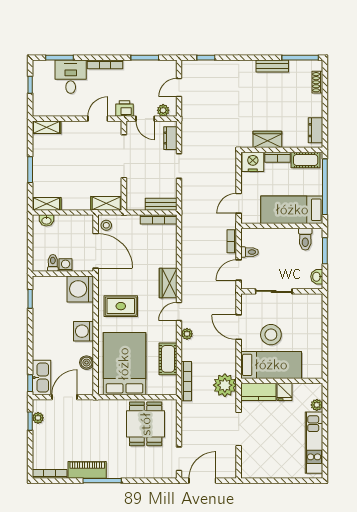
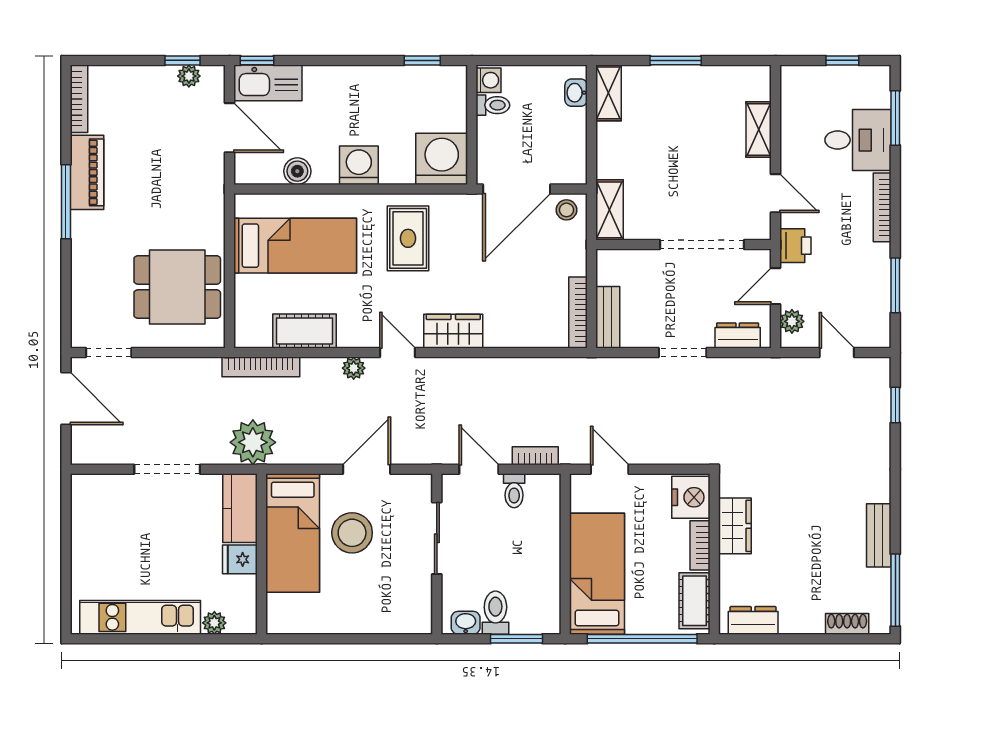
shelving: (47, 127) -> (759, 129), moved
toilet: (305, 239) -> (495, 613), moved, turned 90
washing machine: (66, 265) -> (489, 80), moved
bed: (124, 364) -> (295, 246), width x0.67

